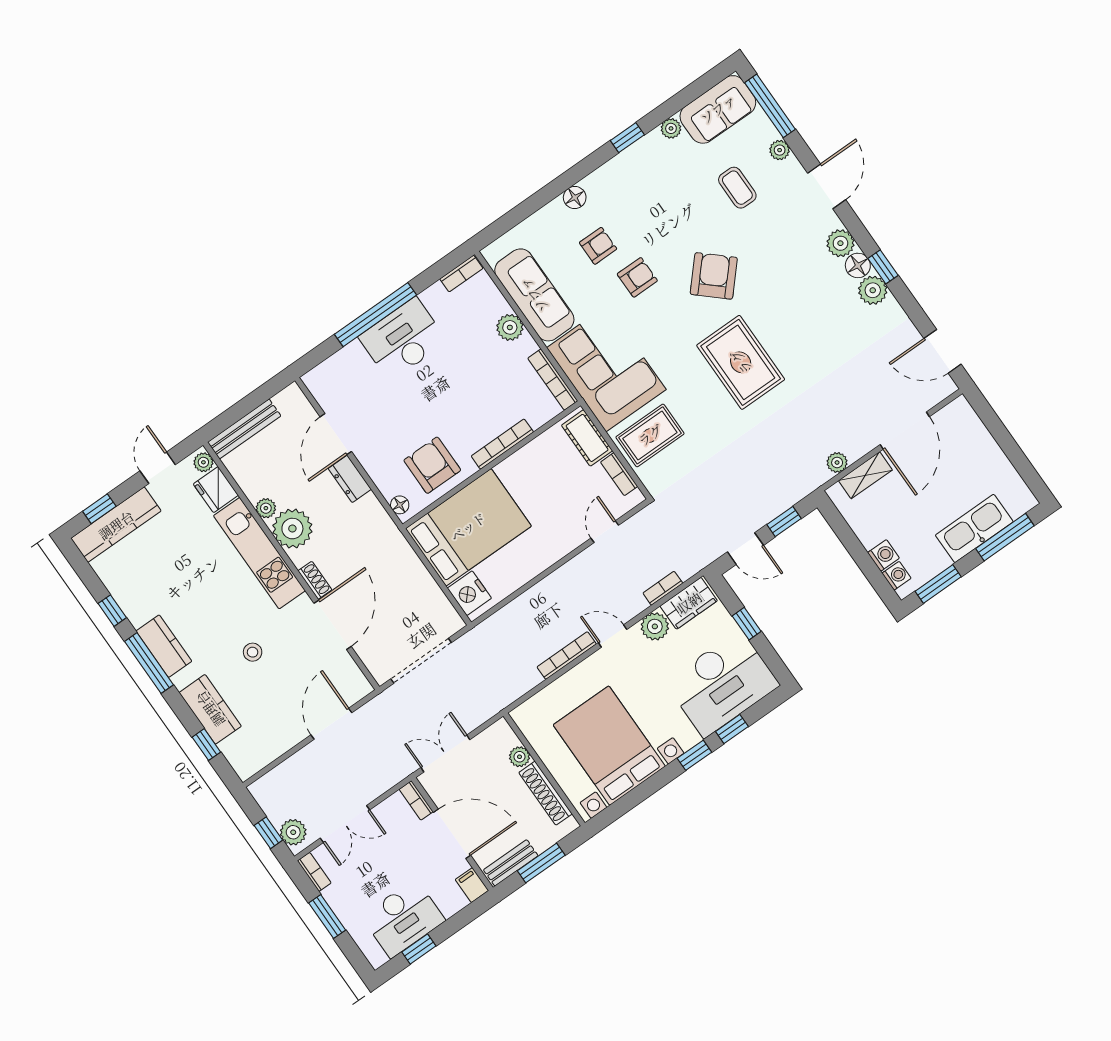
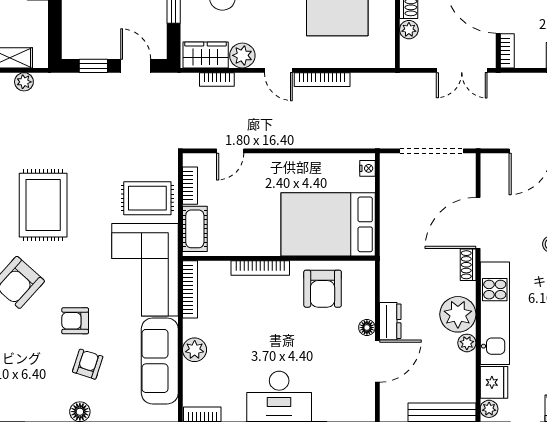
armchair: (598, 246) -> (88, 364), turned 108
floor lamp: (400, 505) -> (367, 328), moved
nightstand: (469, 593) -> (367, 168), width x0.53, depth x0.56

